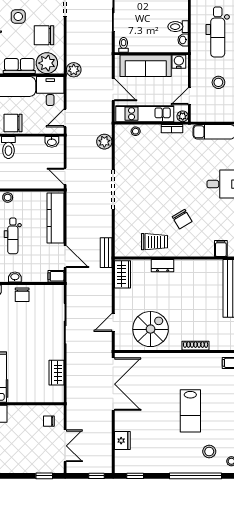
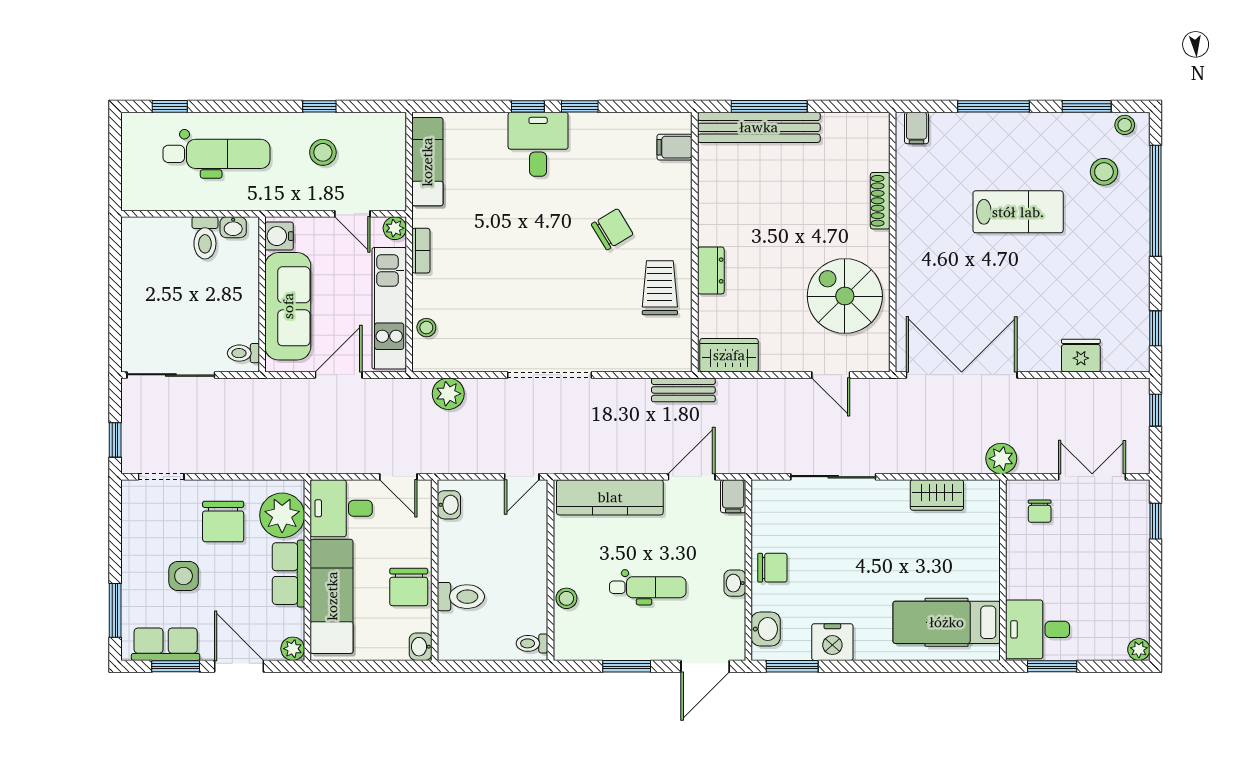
plant: (74, 70) -> (1001, 459), moved

